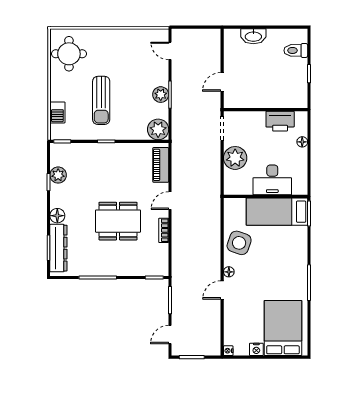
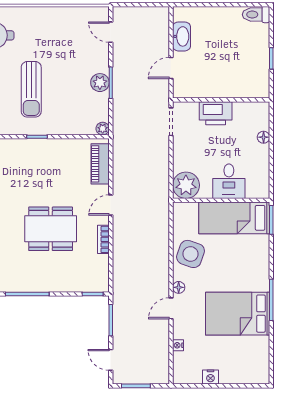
washbasin: (253, 36) -> (181, 36), moved, turned -90
toilet: (296, 50) -> (256, 15), moved
printer: (280, 121) -> (216, 113), moved
plant: (158, 129) -> (103, 129), width x0.53, depth x0.53
plant: (235, 158) -> (186, 185), moved
desk: (272, 180) -> (229, 181), width x0.73
bed: (283, 328) -> (238, 314), moved, turned -90
door: (170, 335) -> (111, 360), hinge flipped
nightstand: (228, 351) -> (178, 345), moved

